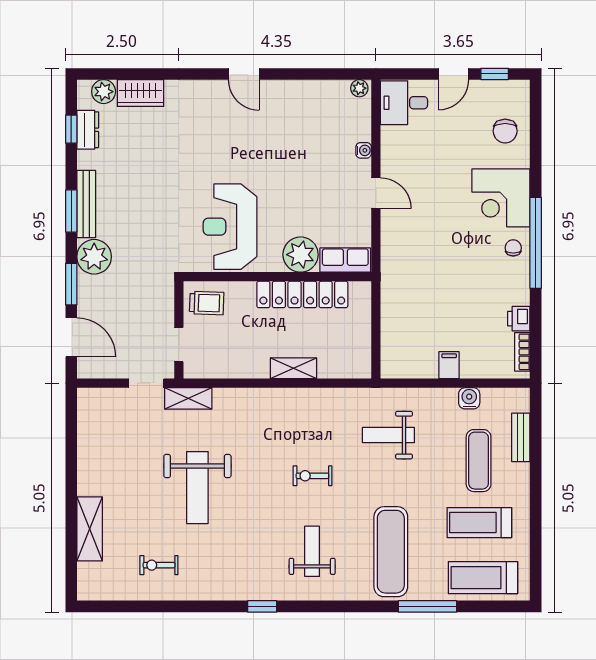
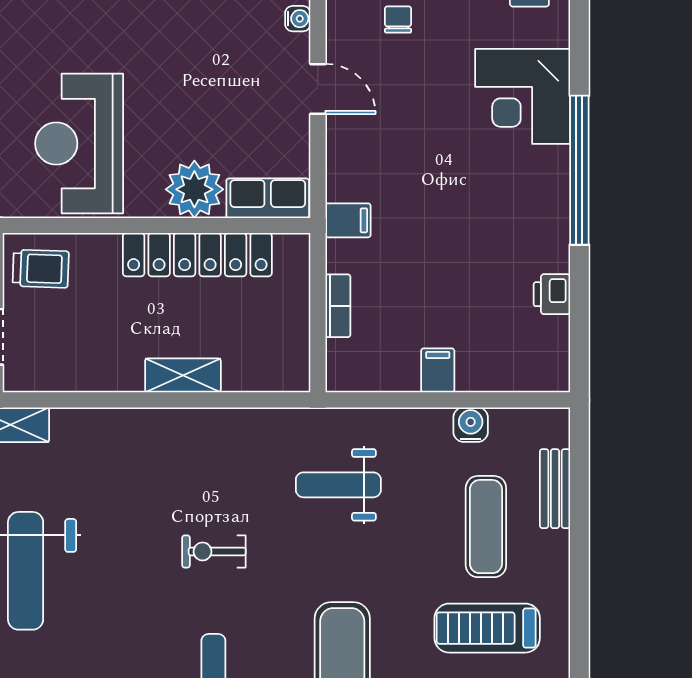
chair: (513, 248) -> (398, 20), moved
filing cabinet: (394, 274) -> (348, 220), added
bookcase: (522, 352) -> (338, 306), moved, turned 180

